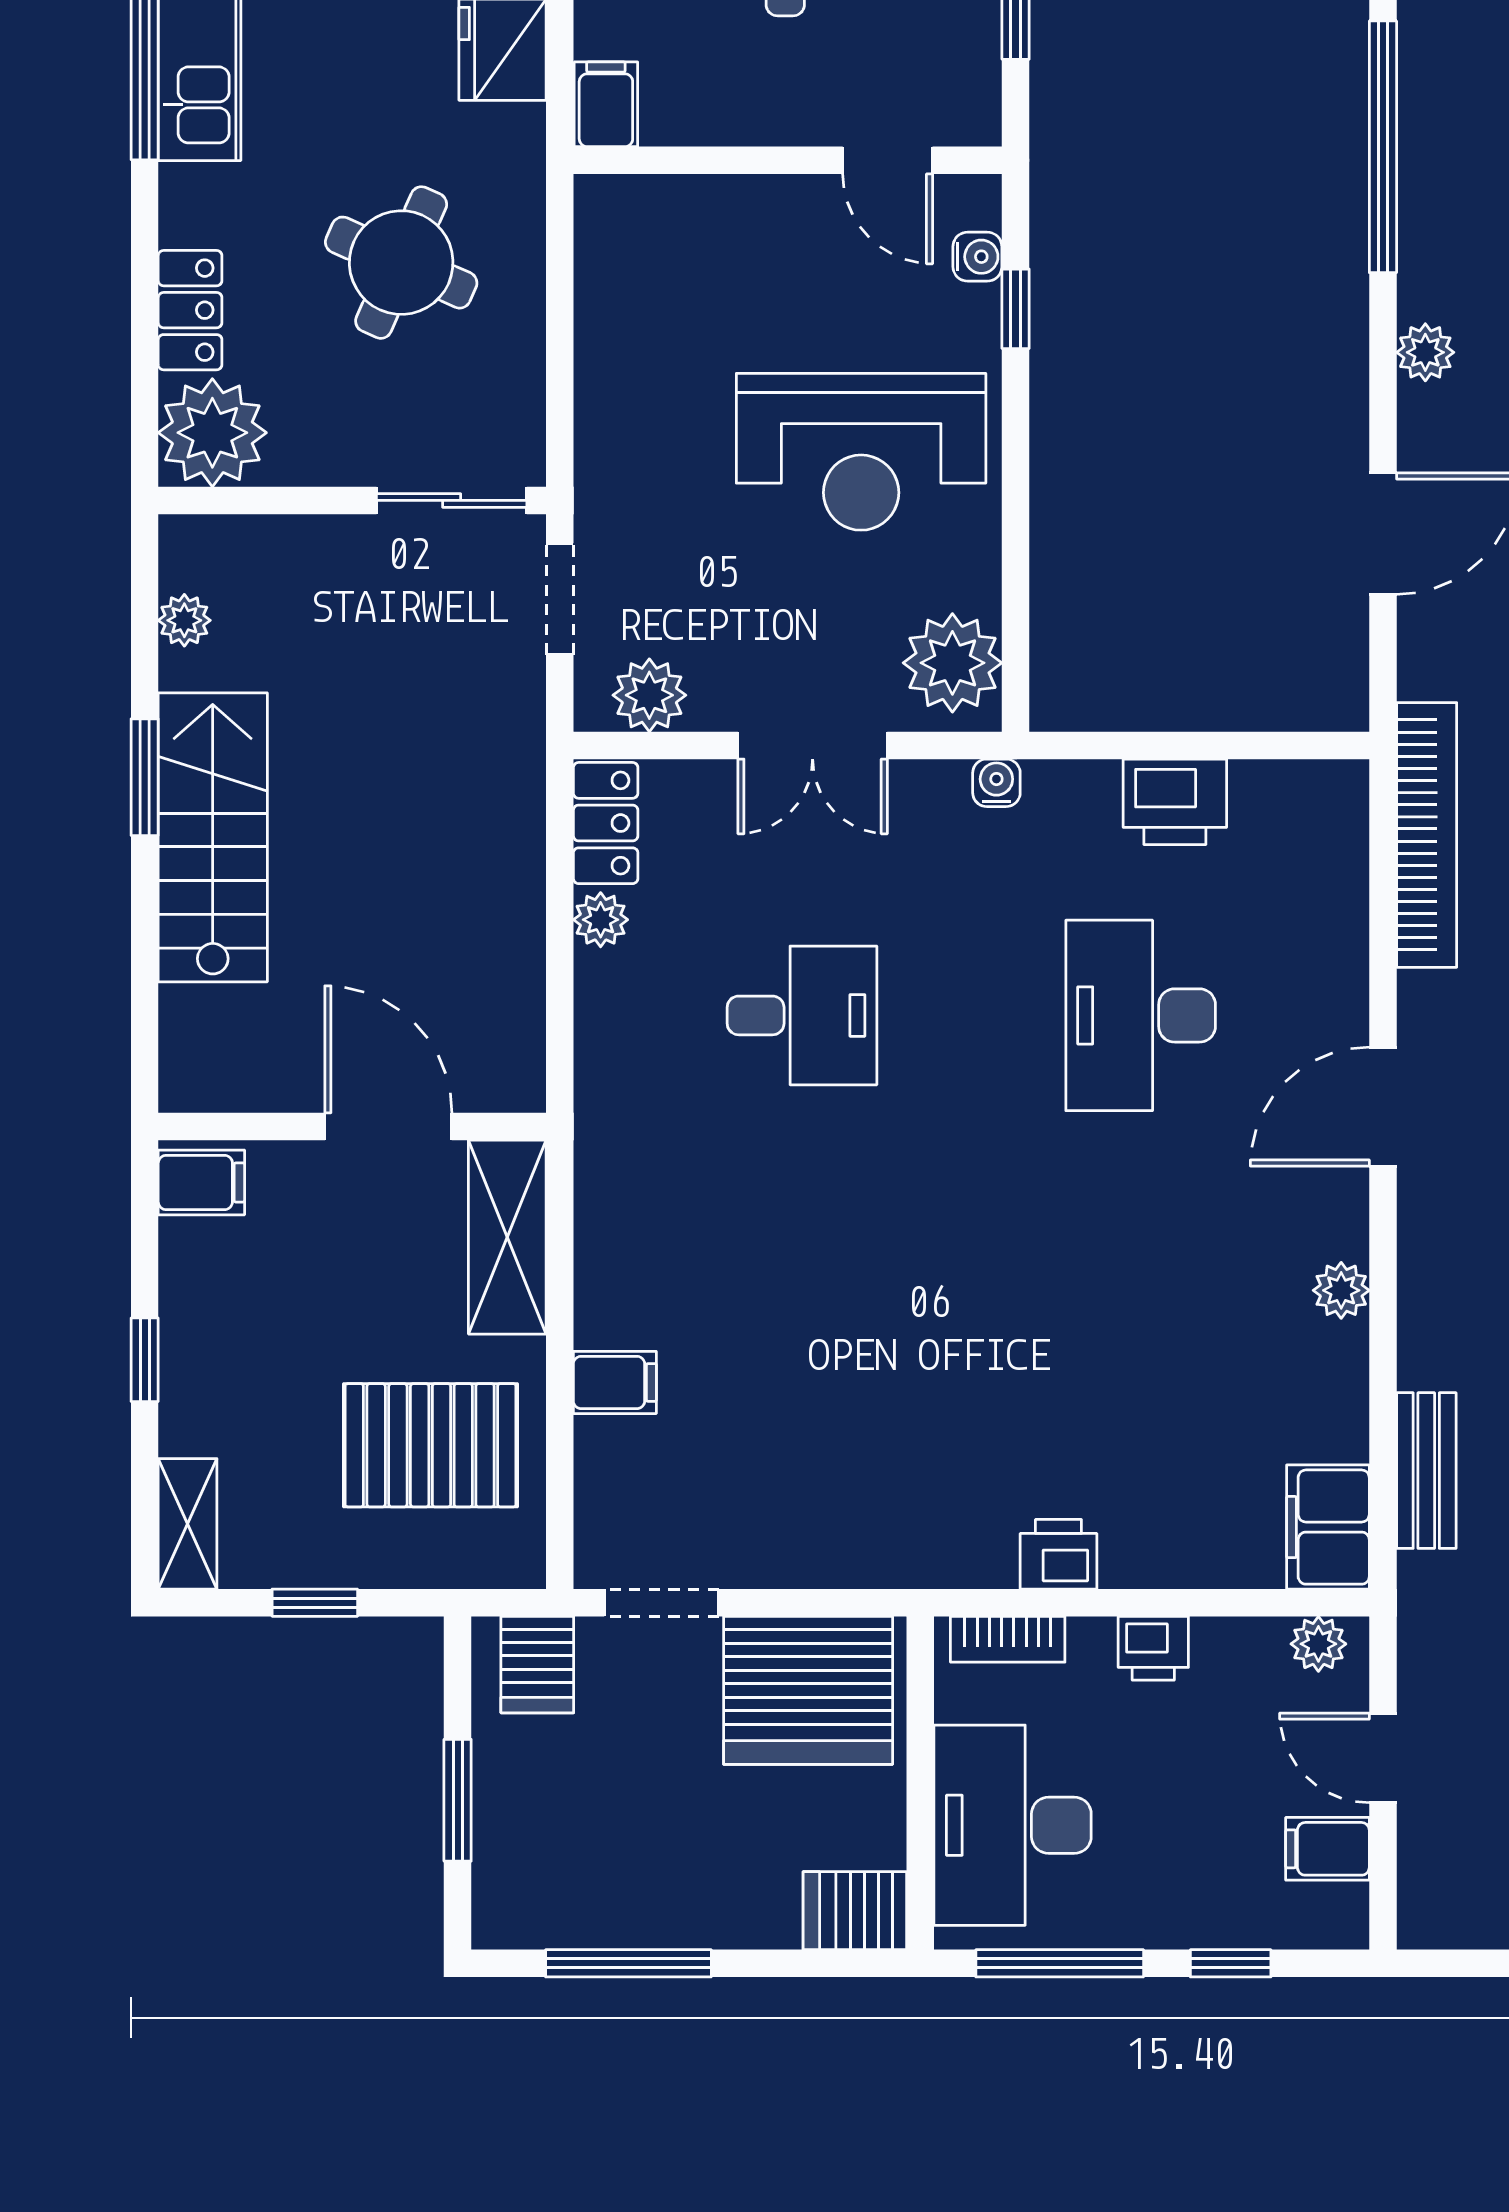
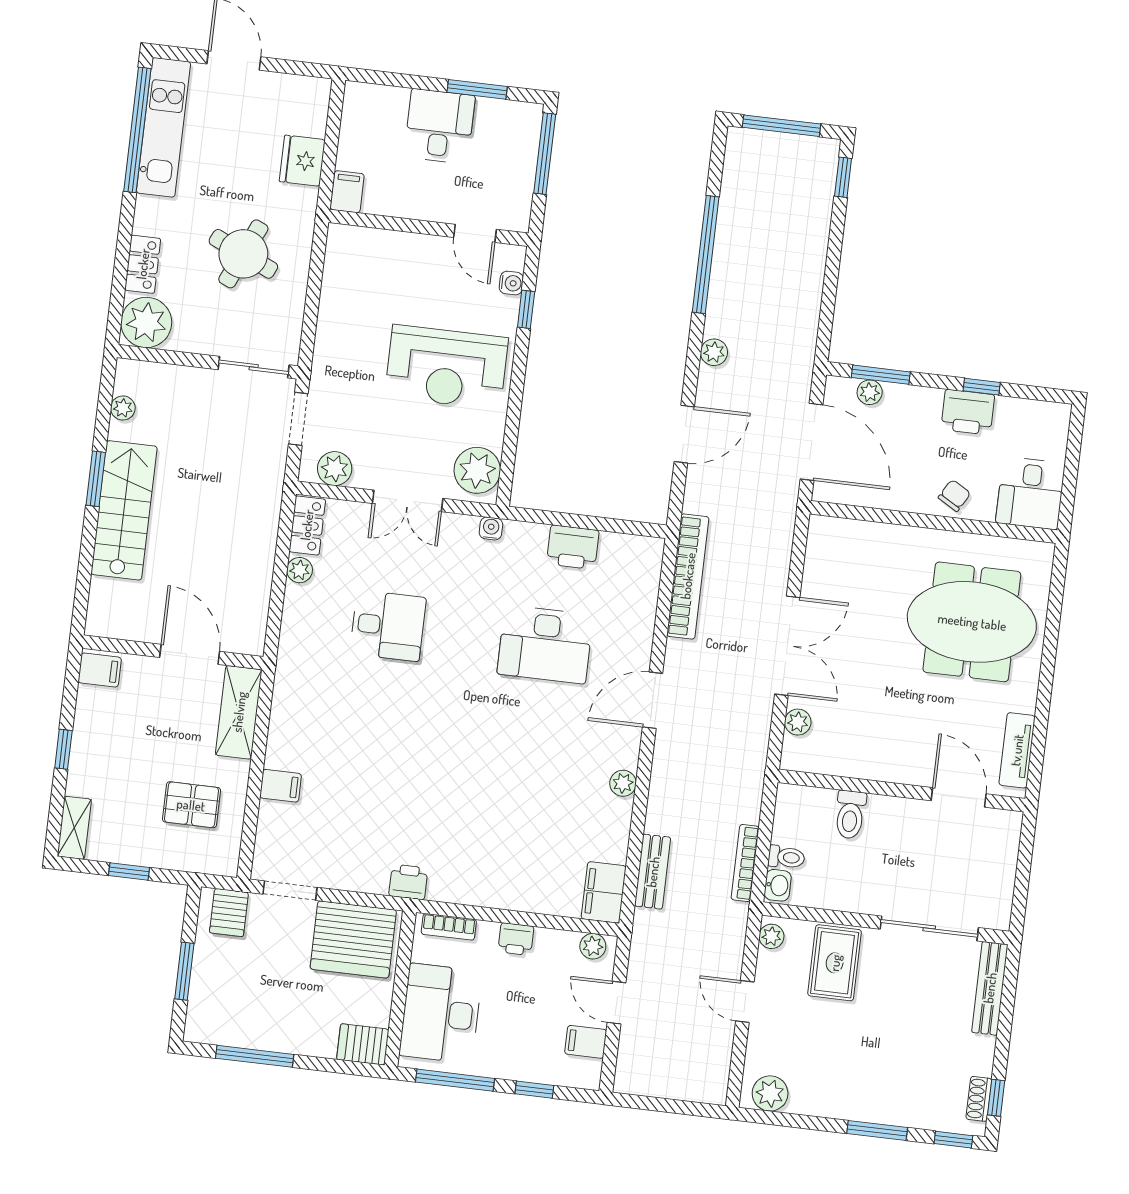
desk: (1141, 1015) -> (545, 644), turned -90
pallet: (431, 1445) -> (191, 805), width x0.67, depth x0.71
printer: (1058, 1554) -> (408, 882), moved

